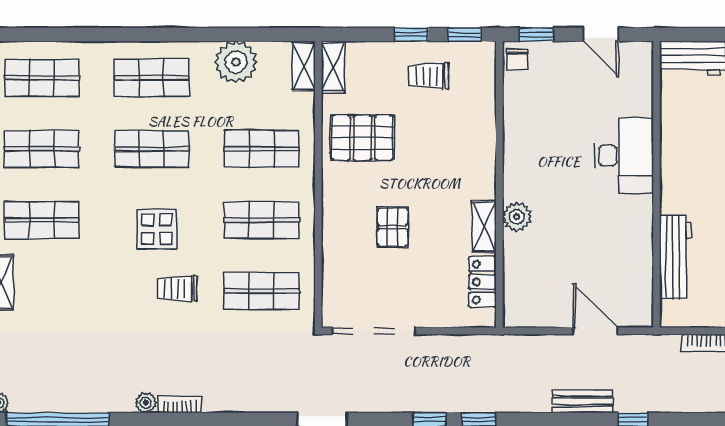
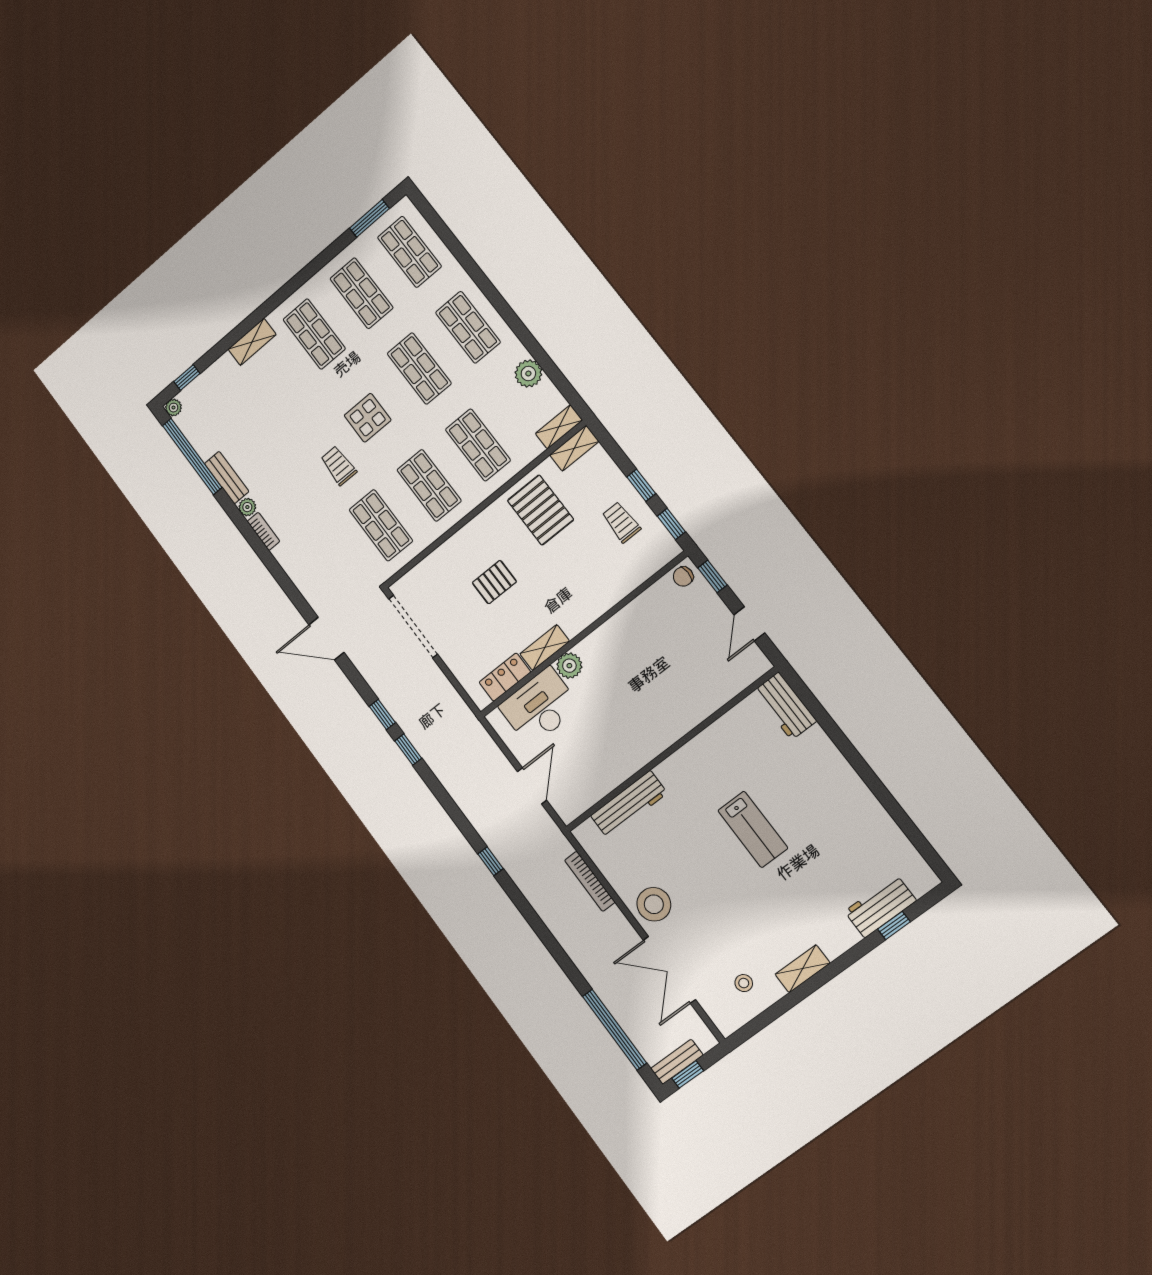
plant: (236, 62) -> (528, 373), width x0.73, depth x0.73
desk: (624, 155) -> (540, 707), moved, turned 180
bench: (583, 401) -> (227, 478), moved

